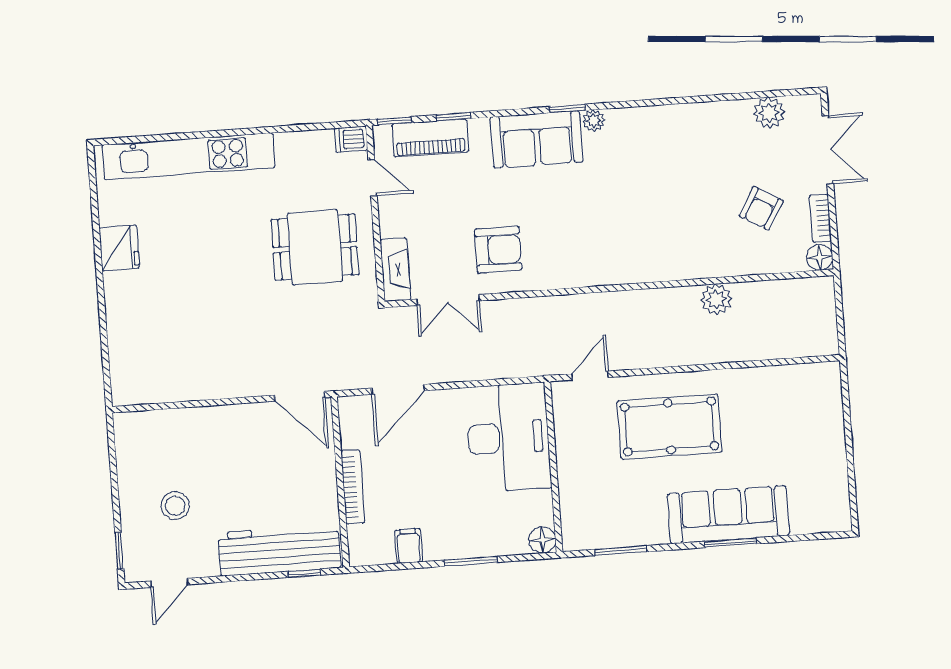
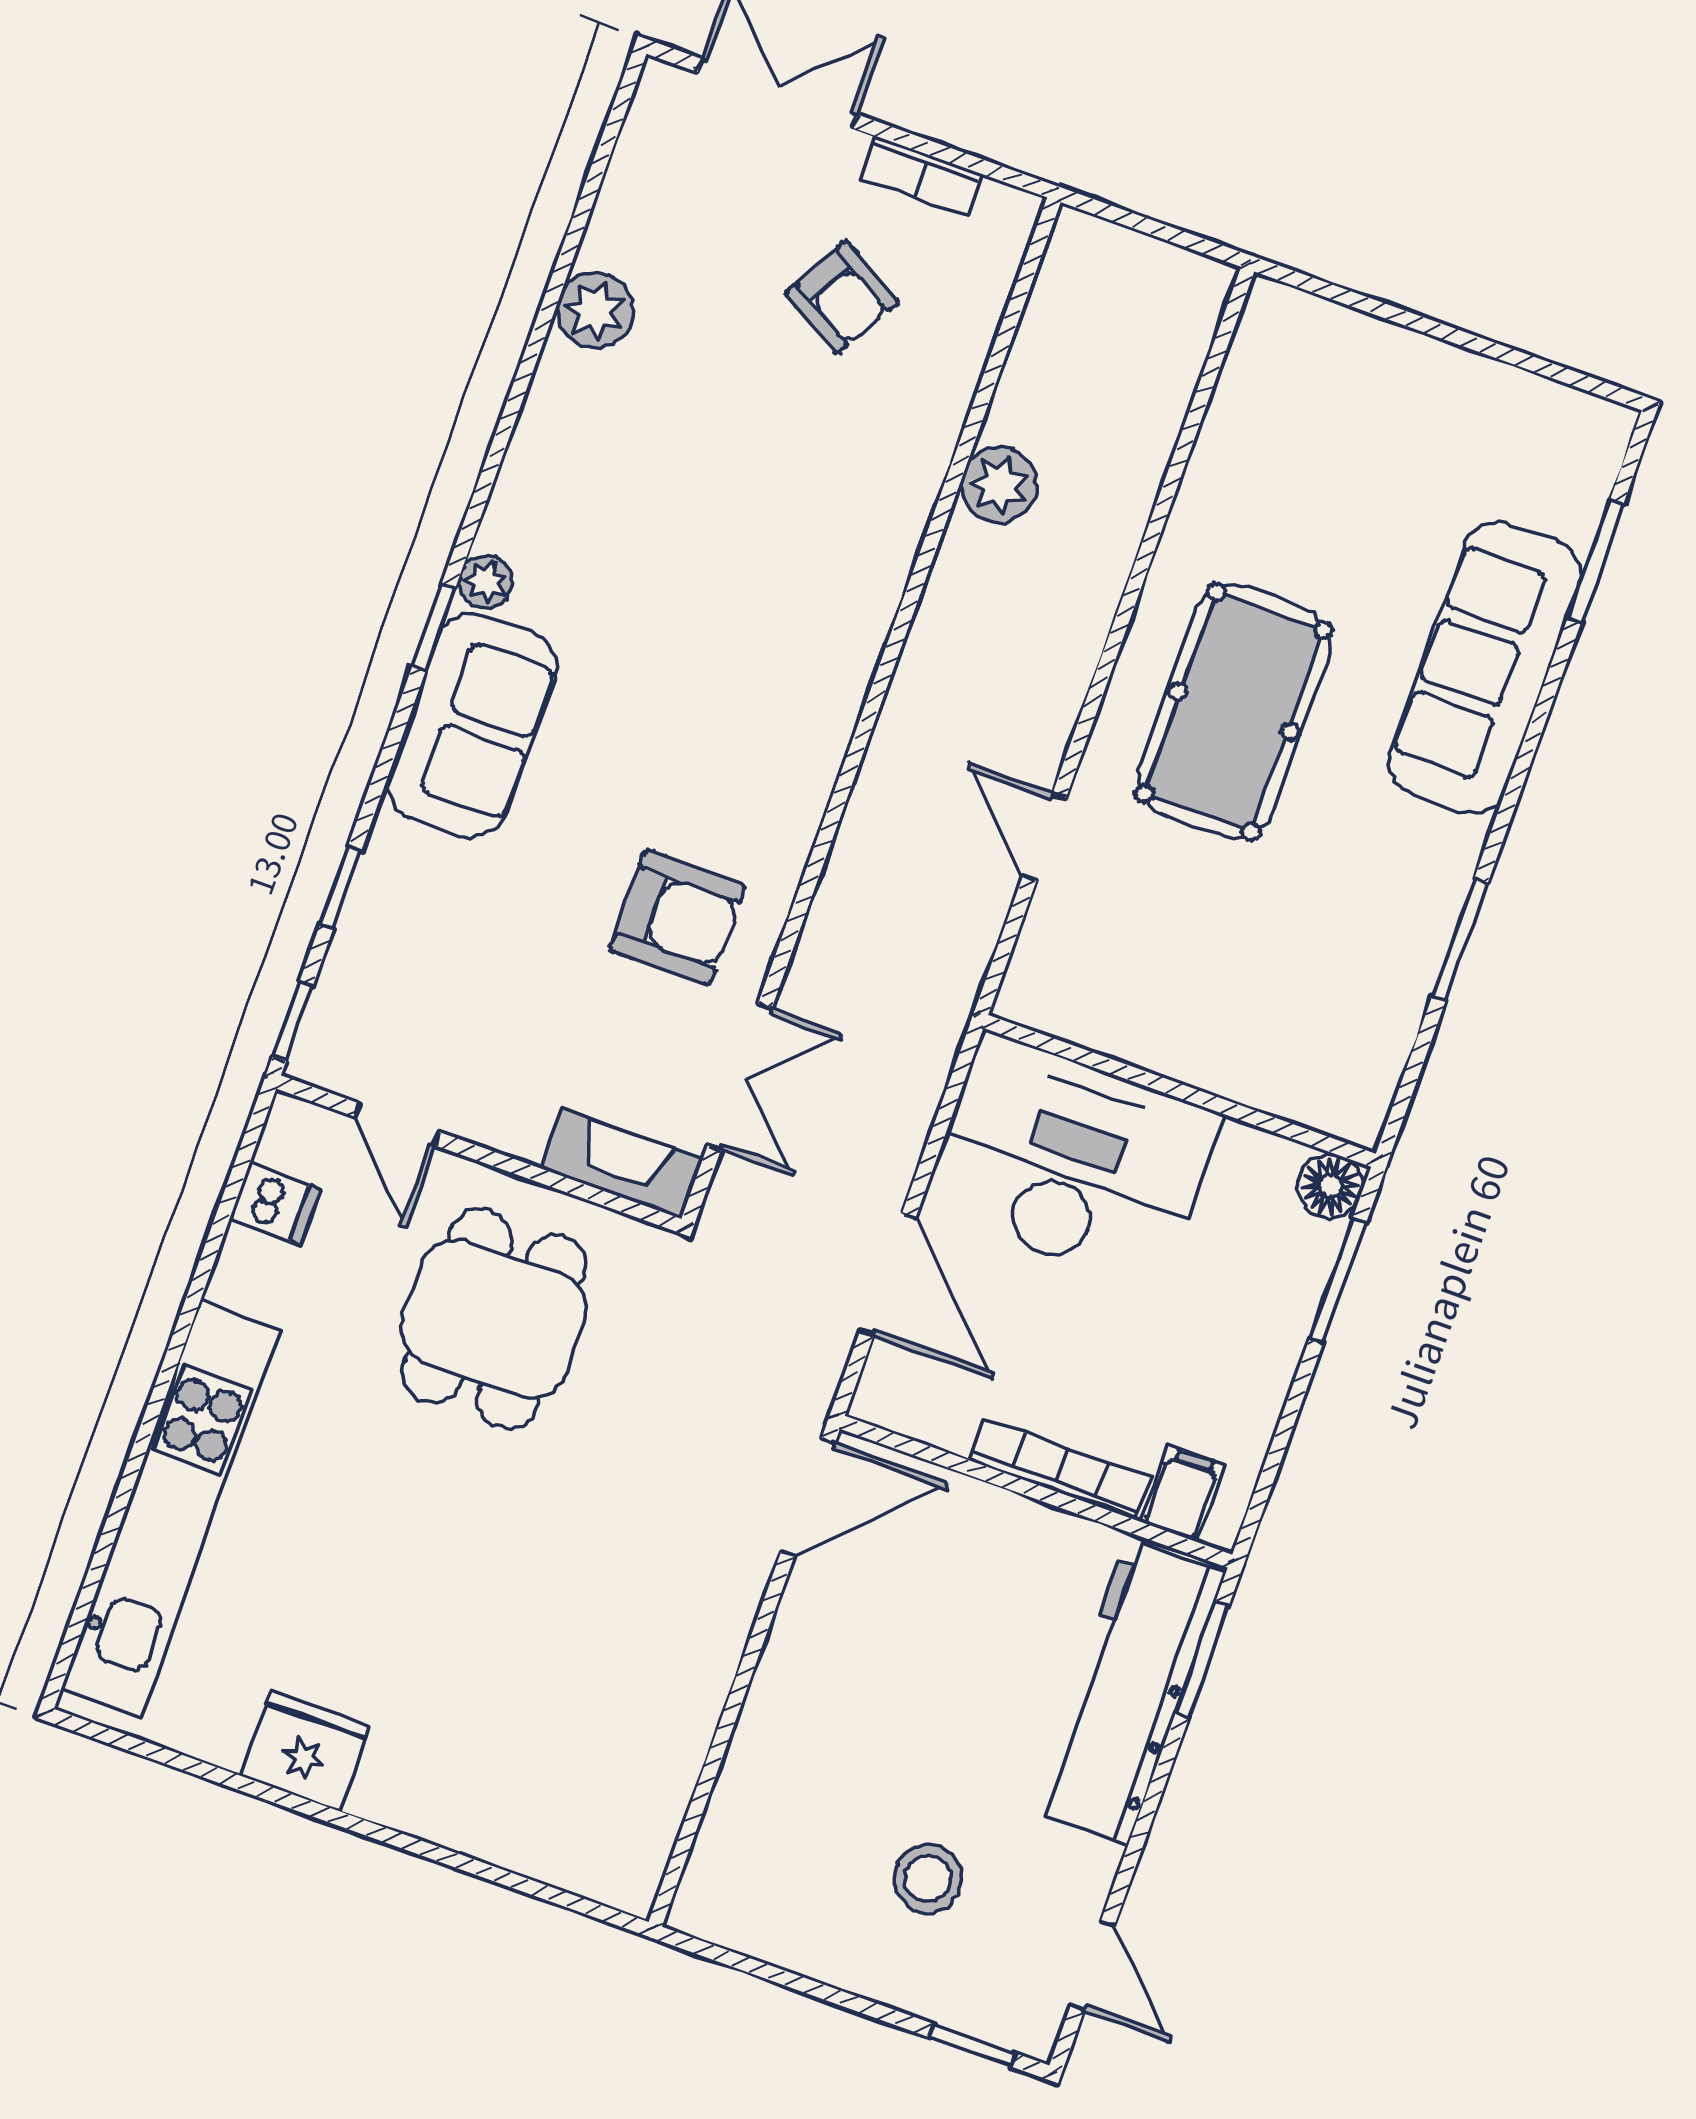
plant: (769, 113) -> (595, 310), moved
piano: (430, 138) -> (365, 959), removed
dishwasher: (351, 139) -> (275, 1204), moved, turned -90
door: (373, 178) -> (397, 1124), swing flipped
armchair: (498, 250) -> (678, 918), turned 90
floor lamp: (820, 257) -> (1007, 216), removed
desk: (508, 438) -> (1072, 1161), moved
wall: (553, 467) -> (1180, 1091), moved
floor lamp: (542, 540) -> (1330, 1186), moved
window: (730, 543) -> (1595, 561), moved
filing cabinet: (409, 546) -> (1183, 1494), moved, turned 90
window: (304, 573) -> (1202, 1659), width x1.50

